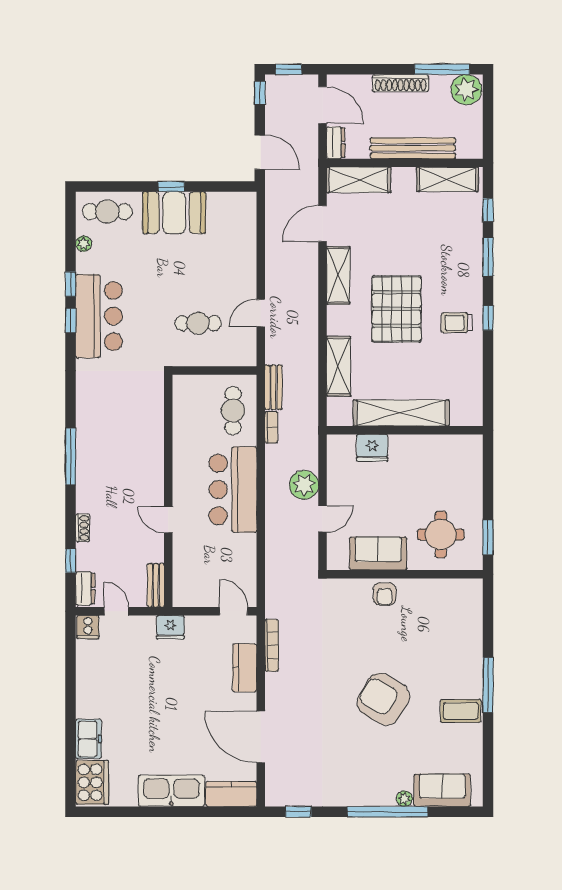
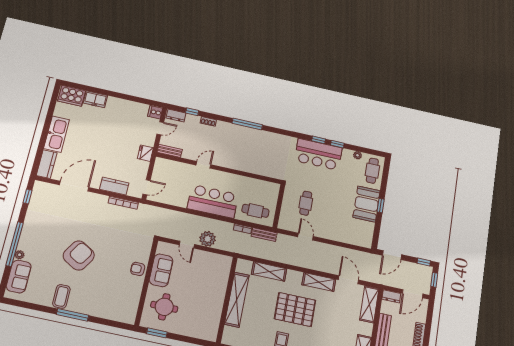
fridge: (372, 448) -> (221, 280), removed

